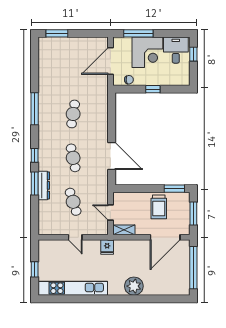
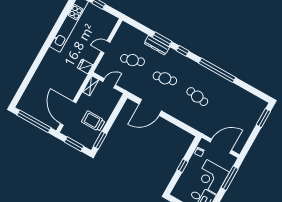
door: (110, 61) -> (221, 146), hinge flipped
window: (35, 109) -> (217, 70), width x1.46
plant: (134, 286) -> (45, 70), removed

